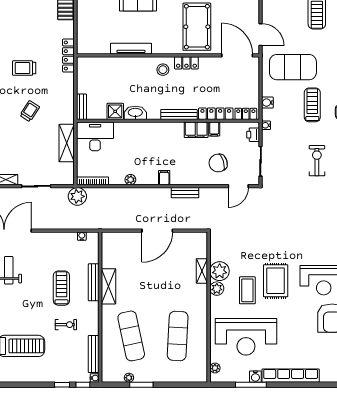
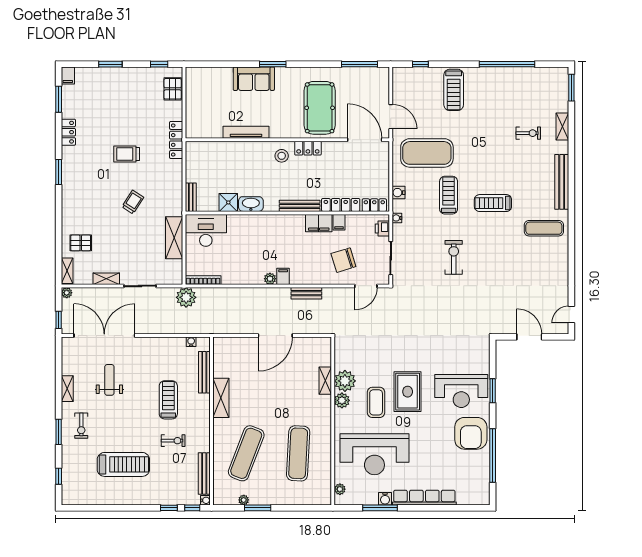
plant: (130, 180) -> (270, 279), moved
bench: (94, 282) -> (204, 372), moved
exercise mat: (131, 336) -> (246, 453), turned 33

